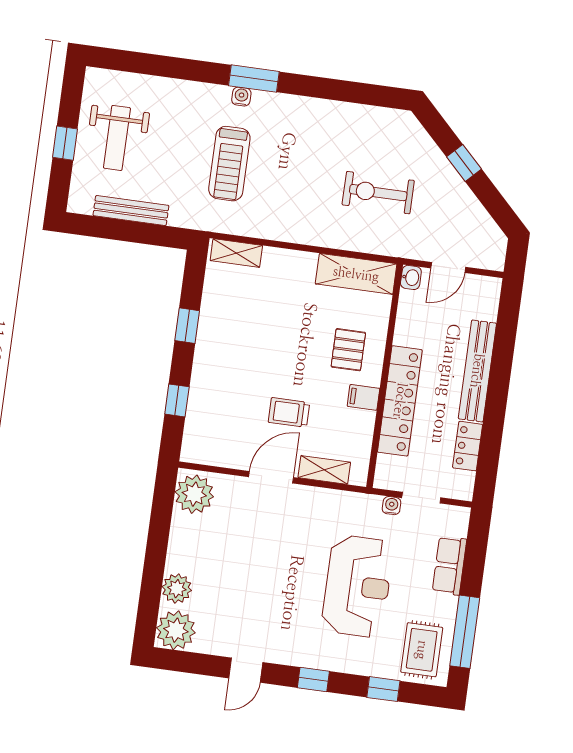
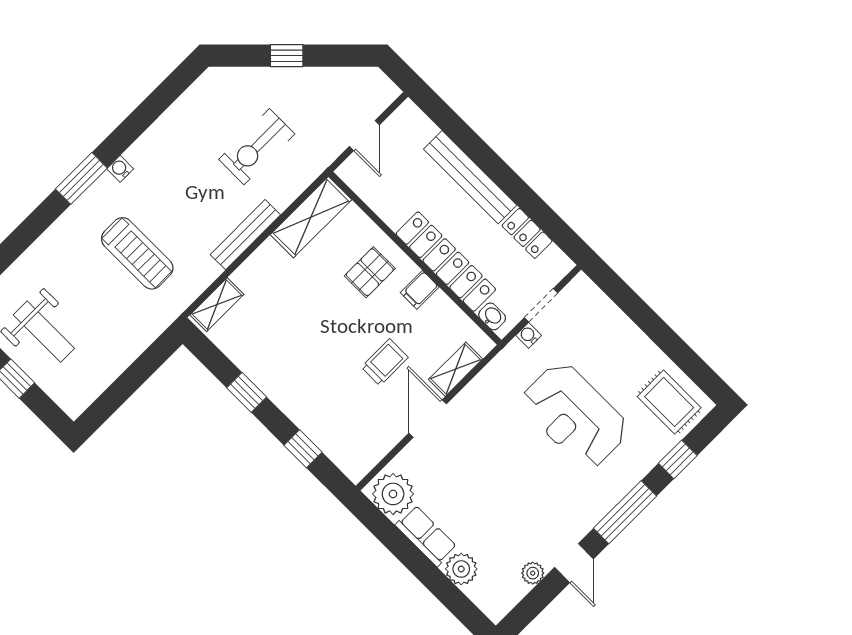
water cooler: (241, 97) -> (120, 169), moved
bench: (131, 211) -> (245, 235), moved
washbasin: (411, 277) -> (492, 316), moved
pallet: (348, 350) -> (370, 272), turned 90
trolley: (289, 412) -> (385, 362), turned 180
row of seats: (450, 566) -> (426, 536), moved, turned 180
reception desk: (357, 586) -> (575, 415), turned 180
plant: (176, 630) -> (533, 573), moved, width x0.53, depth x0.53
window: (465, 632) -> (681, 354), removed
window: (313, 679) -> (625, 512), width x2.17

